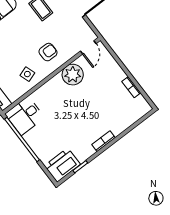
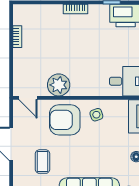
door: (88, 47) -> (28, 98), swing flipped
armchair: (48, 52) -> (65, 120), width x1.88, depth x1.88

